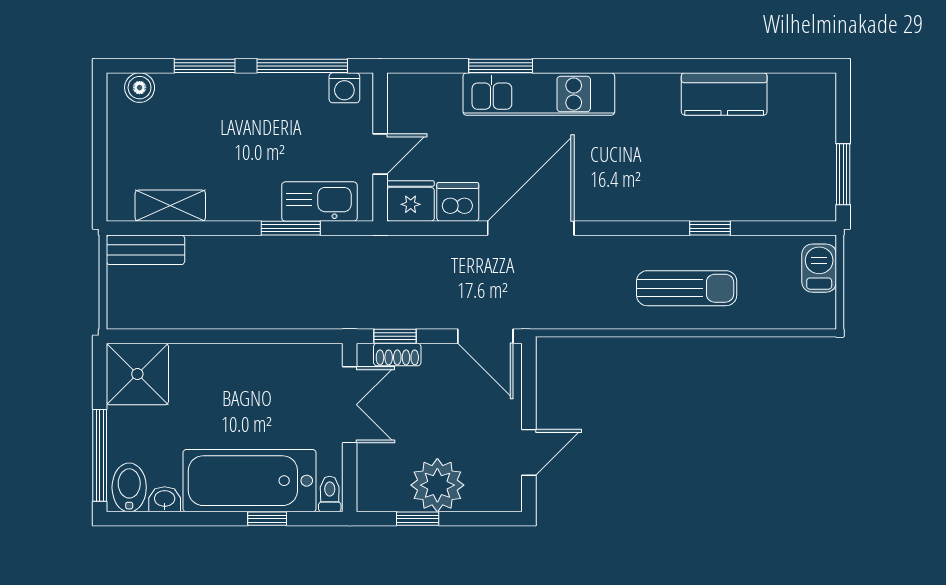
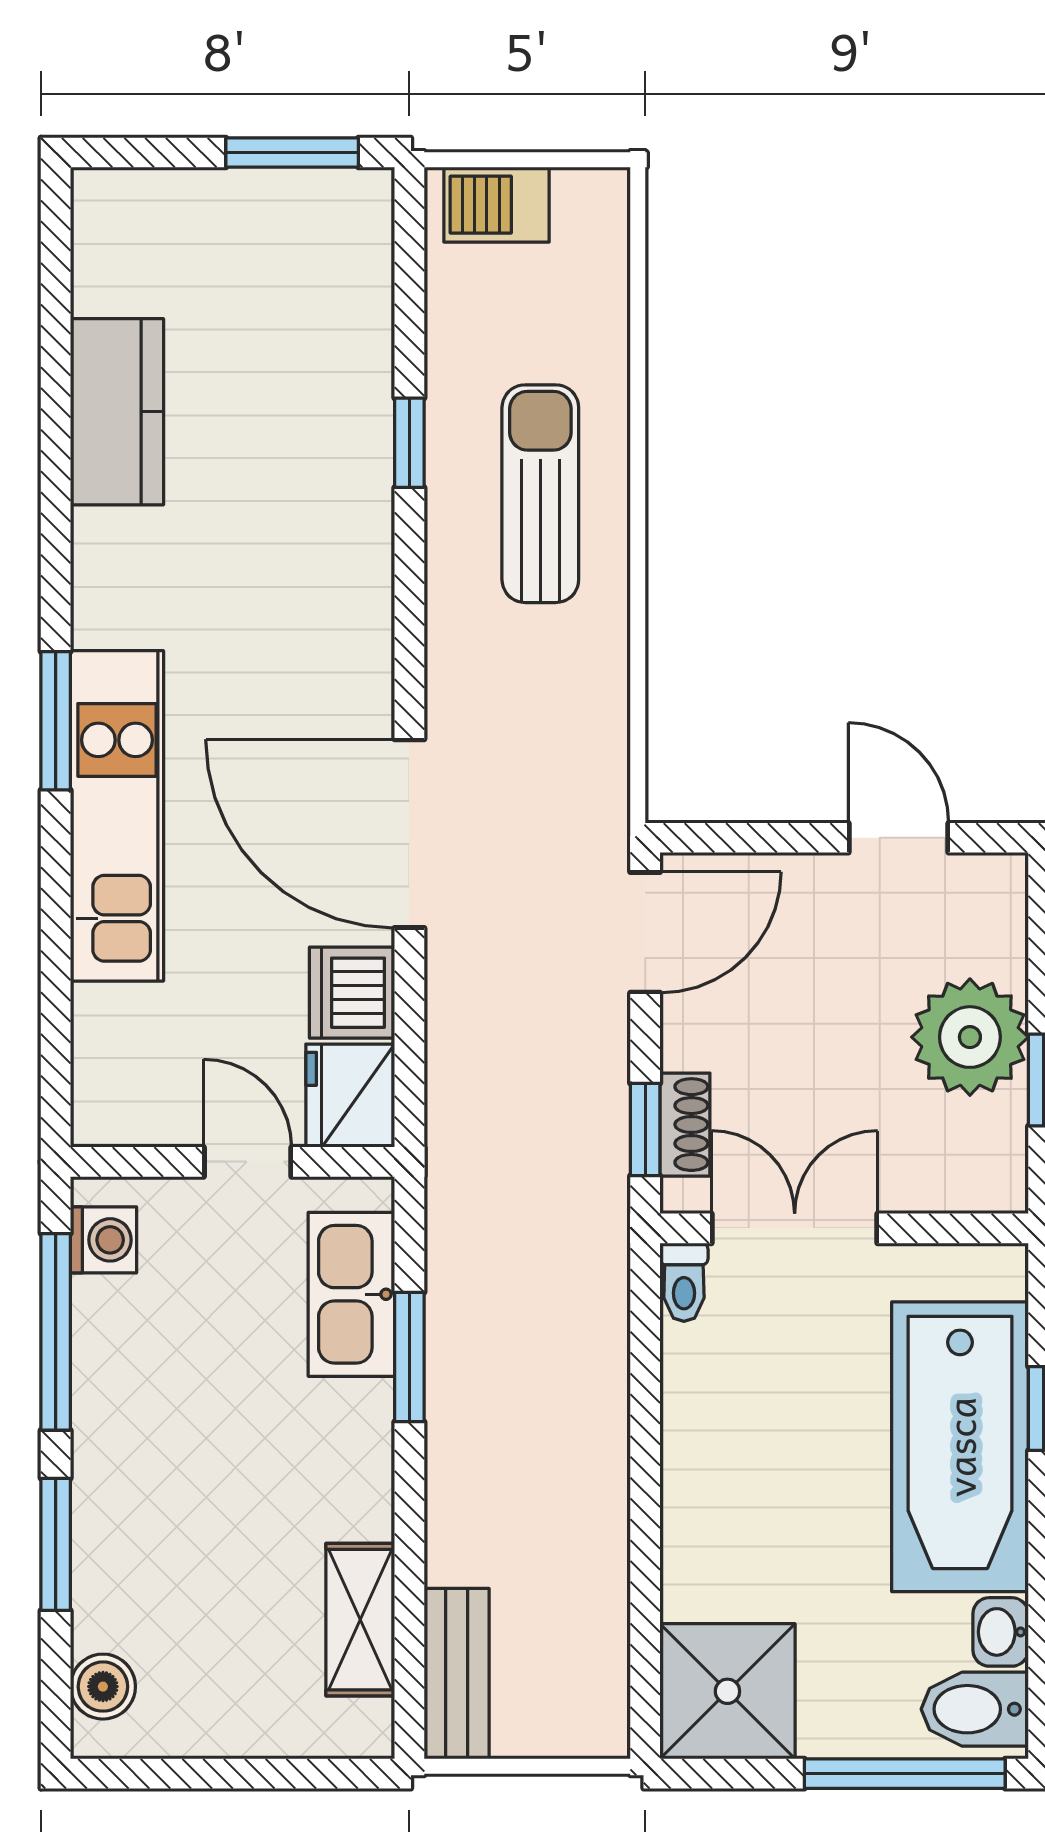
window: (501, 66) -> (56, 721), moved
toilet: (330, 494) -> (684, 1282), moved, turned -90

